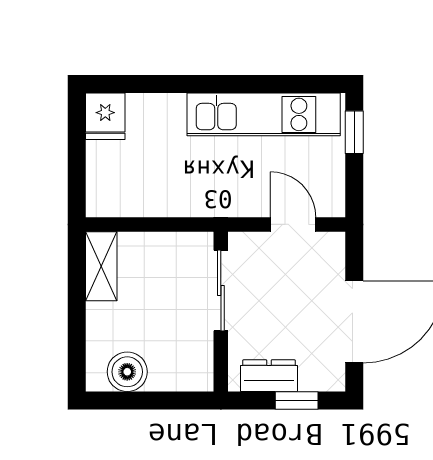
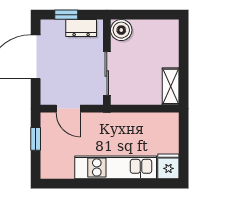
kitchen unit: (264, 114) -> (116, 167), moved
window: (354, 132) -> (36, 139), moved
boiler: (127, 372) -> (121, 30), moved

